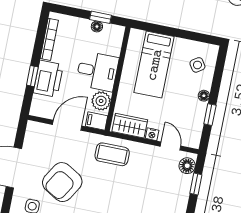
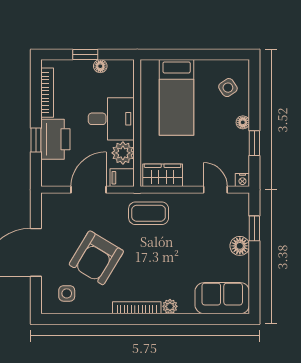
window: (101, 17) -> (85, 55), moved
nightstand: (152, 134) -> (242, 180), moved
floor lamp: (187, 166) -> (240, 246), moved

